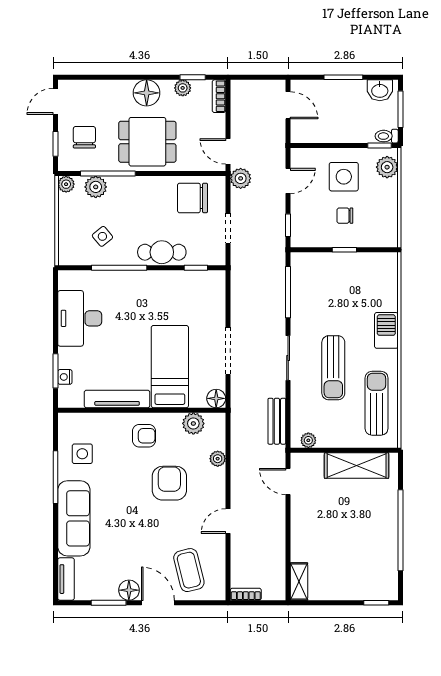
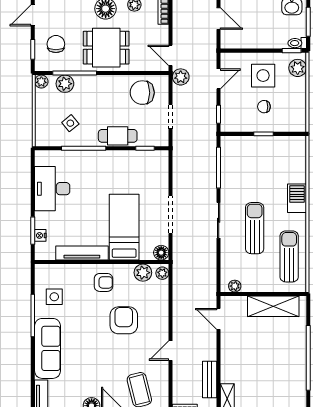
sun lounger: (333, 368) -> (255, 228), turned 180
bench: (277, 421) -> (210, 380), moved
plant: (218, 459) -> (162, 273), moved

